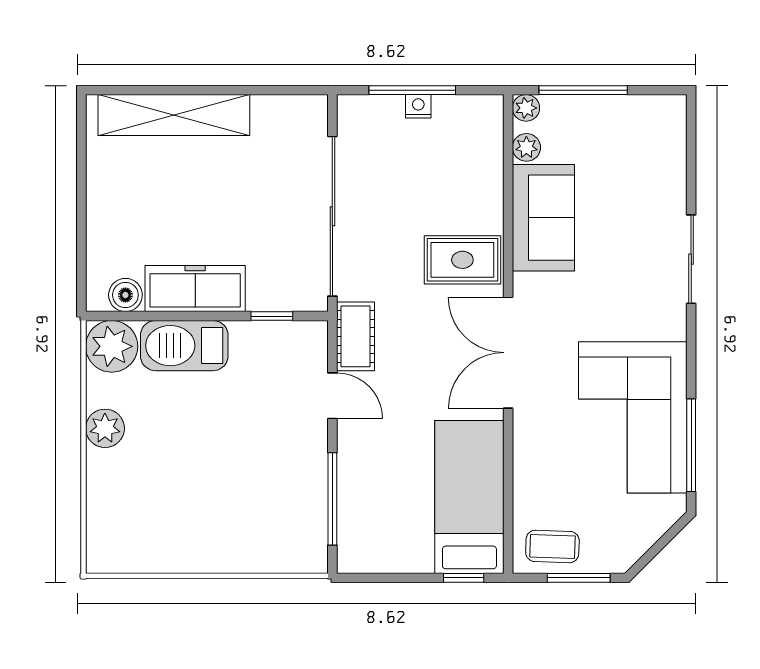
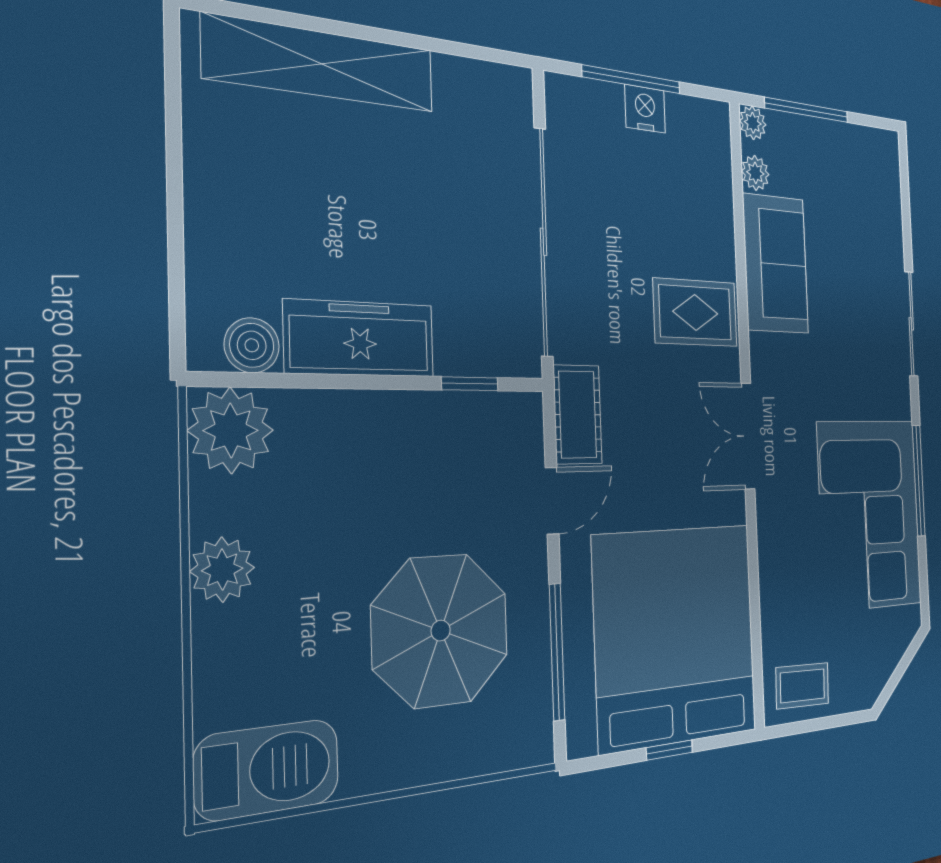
nightstand: (418, 106) -> (645, 109), width x1.39, depth x1.35
barbecue: (184, 346) -> (267, 770), moved, turned 180
double door: (508, 353) -> (748, 436), width x0.73
door: (332, 396) -> (552, 501), hinge flipped
window: (691, 445) -> (919, 480), moved
parasol: (245, 477) -> (441, 631), added
bed: (469, 497) -> (676, 636), width x2.04
window: (464, 578) -> (669, 750), moved
window: (579, 578) -> (829, 722), removed

